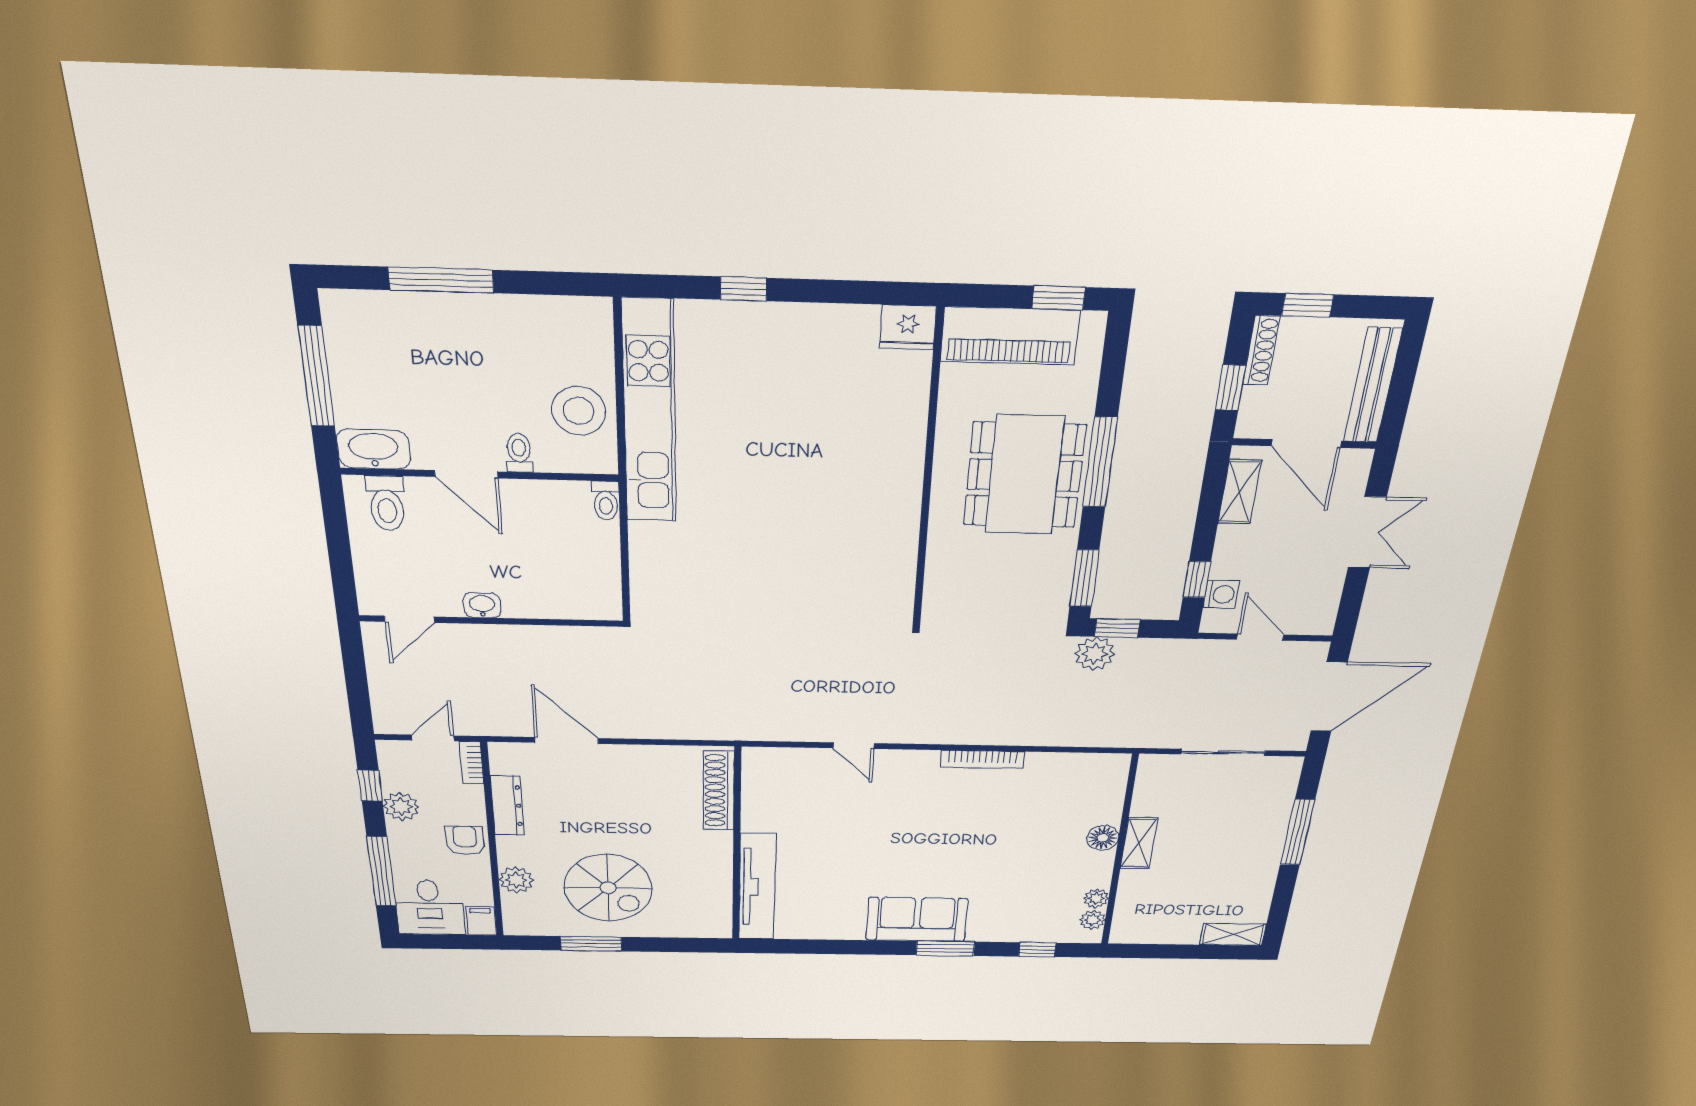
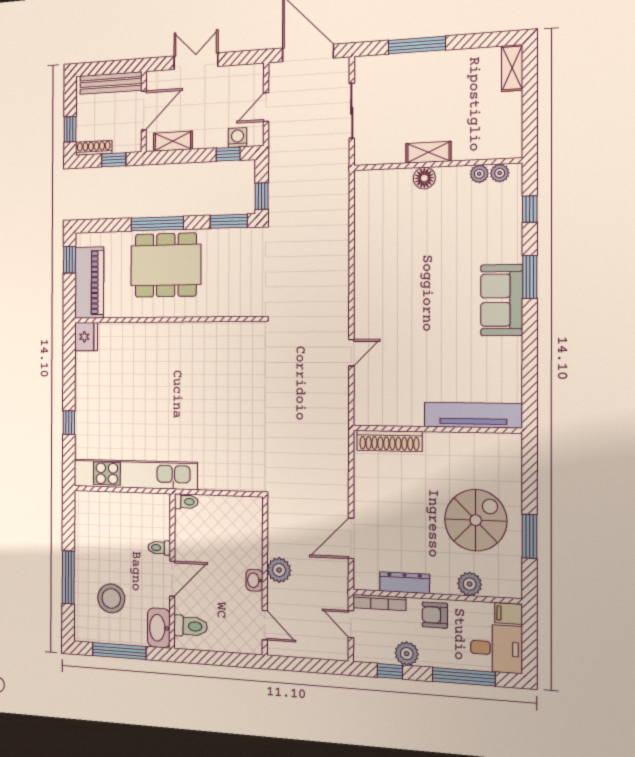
stool: (579, 411) -> (111, 598), moved
plant: (1095, 654) -> (279, 570), moved
bookcase: (982, 759) -> (361, 268), removed
bookcase: (471, 763) -> (379, 603), width x1.56

